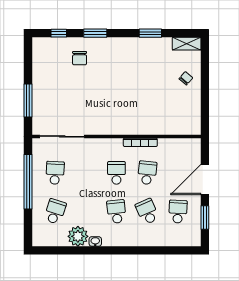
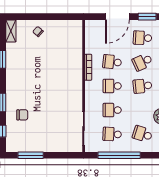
window: (28, 101) -> (31, 155), moved
school desk: (86, 173) -> (112, 110), added
door: (205, 179) -> (117, 17), hinge flipped

